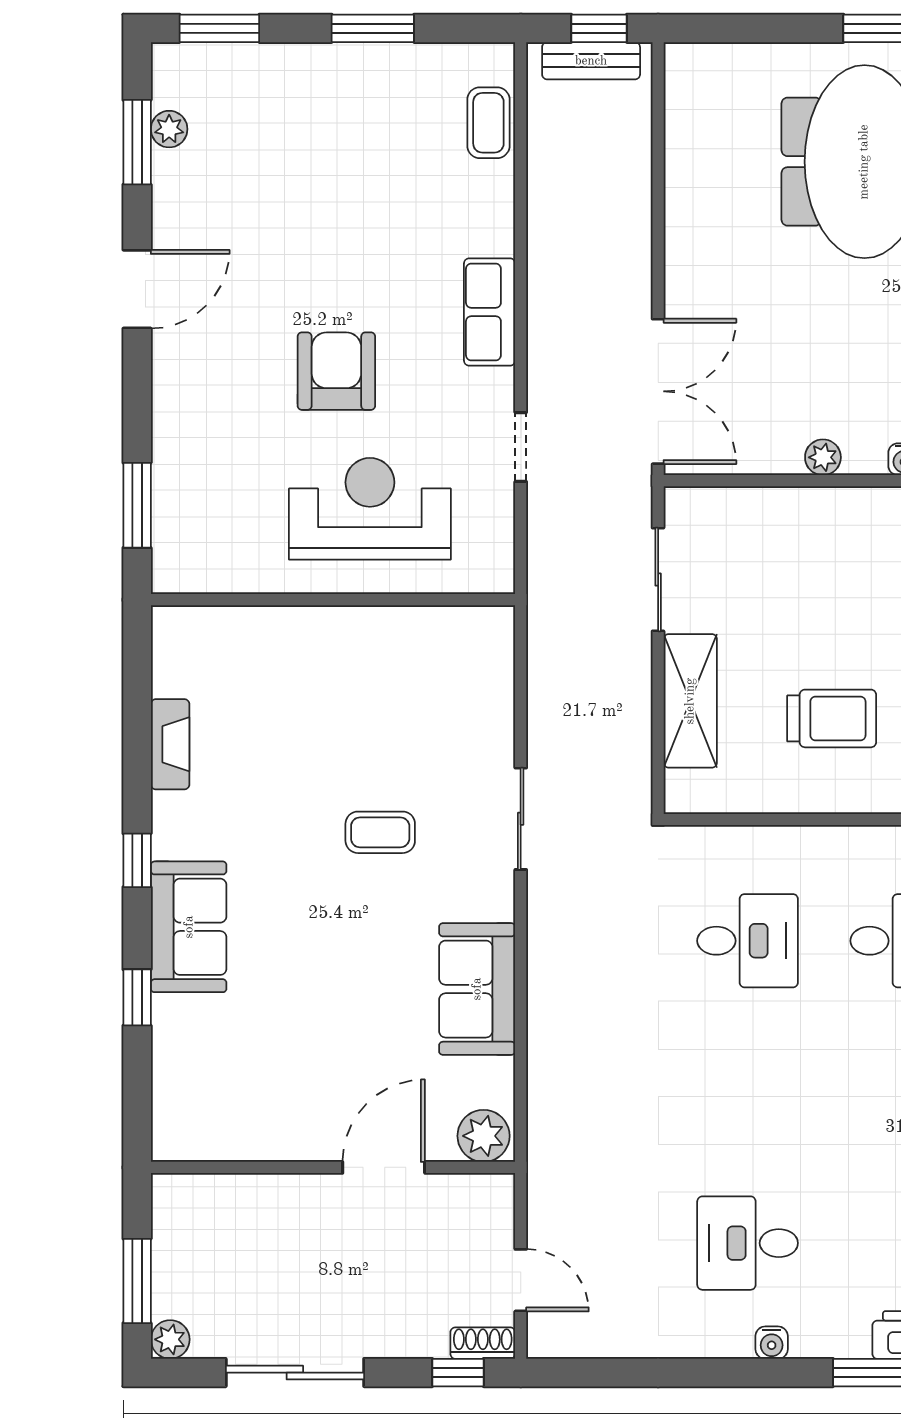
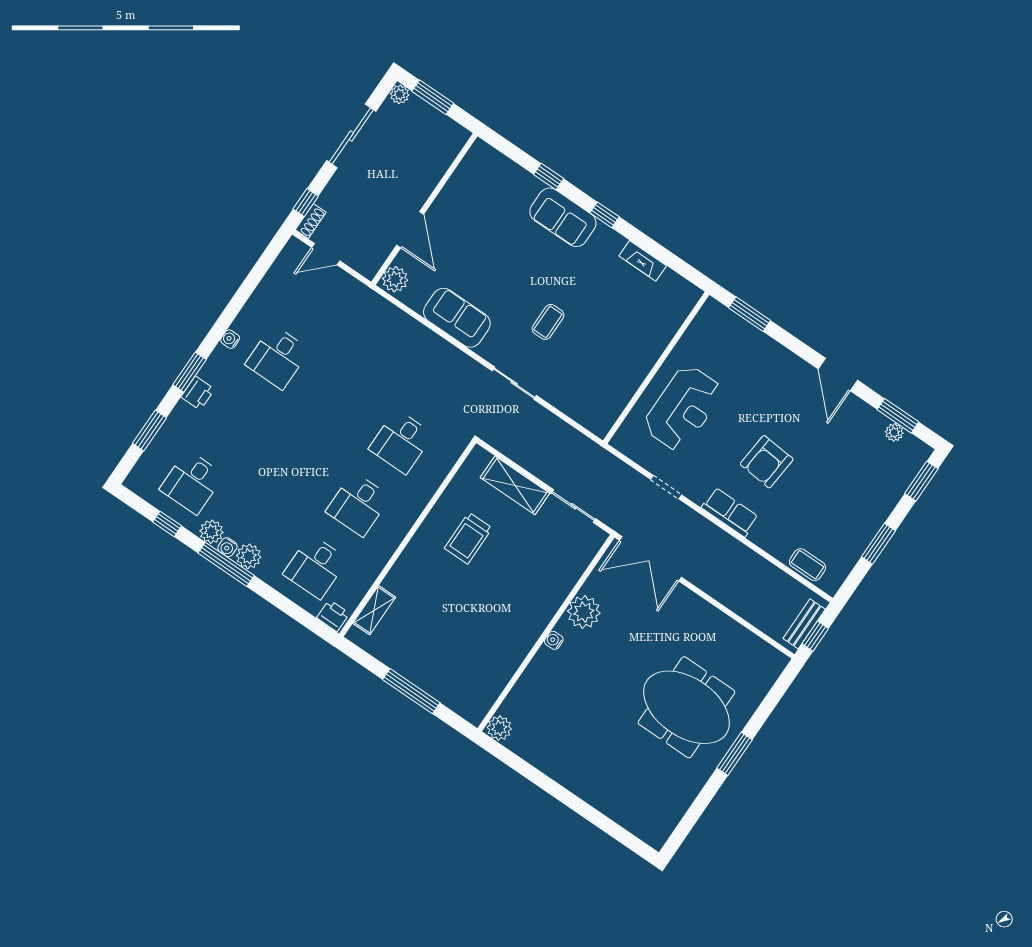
armchair: (336, 371) -> (767, 462), moved, turned 95
plant: (823, 457) -> (584, 612), width x1.88, depth x1.88
desk: (748, 1243) -> (277, 357), turned 180

